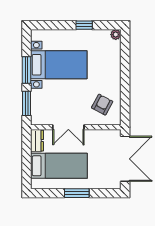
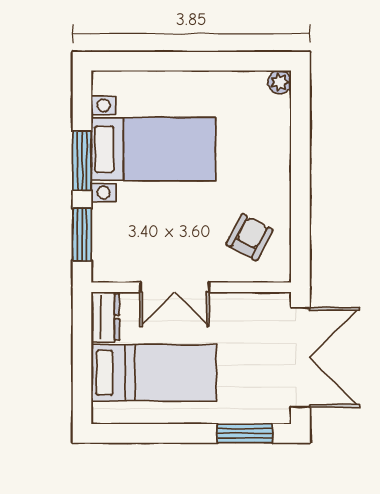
window: (84, 25) -> (210, 61), removed
window: (77, 193) -> (245, 433), moved

